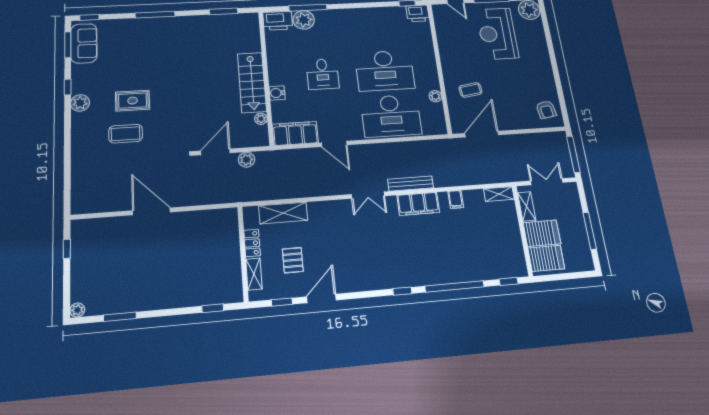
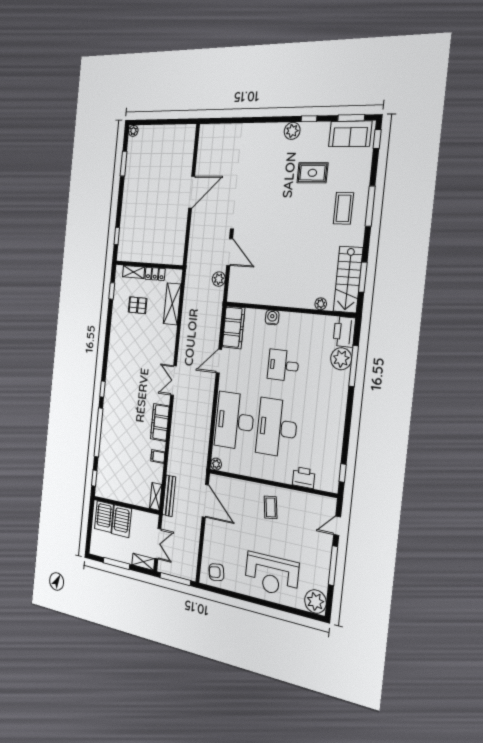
printer: (418, 13) -> (304, 478), moved, turned 90
reception desk: (497, 34) -> (272, 575), moved, turned 180
stairs: (252, 82) -> (348, 279), moved, turned -90
coffee table: (471, 90) -> (271, 507), moved
plant: (435, 96) -> (216, 464), moved
rug: (133, 101) -> (312, 173), moved, turned 90
plant: (261, 119) -> (321, 304), moved
coffee table: (126, 134) -> (343, 208), moved
bench: (410, 184) -> (169, 496), moved
shelving: (527, 206) -> (143, 562), moved
window: (67, 249) -> (176, 122), removed
door: (321, 298) -> (109, 323), removed

